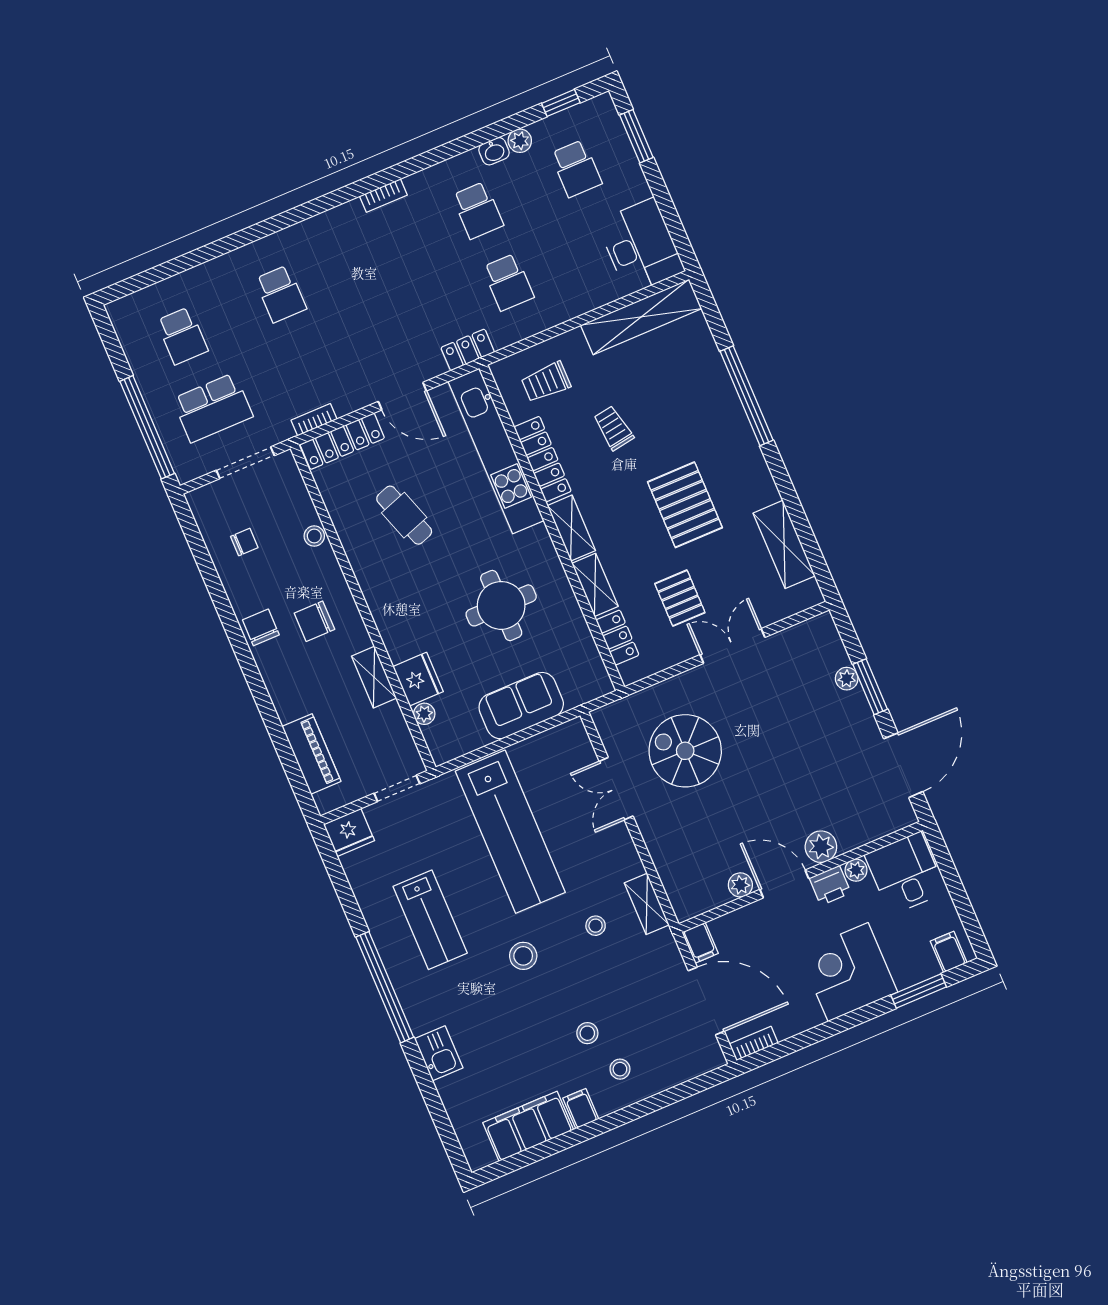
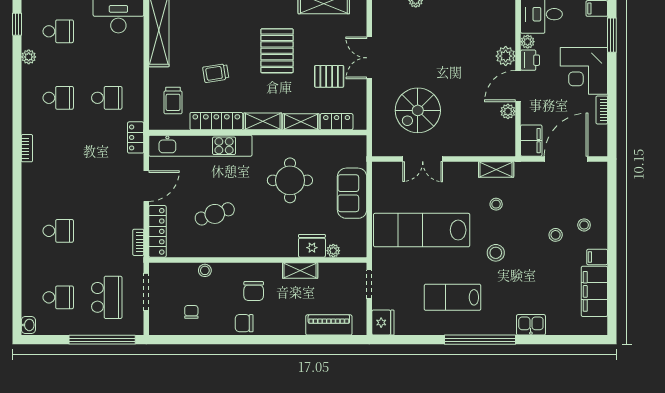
washbasin: (494, 151) -> (28, 325), moved
pallet: (685, 505) -> (277, 51), turned 90
lab bench: (510, 832) -> (422, 230), turned 180
lab bench: (430, 920) -> (453, 297), turned 180
filing cabinet: (700, 943) -> (531, 141), width x2.00
bookcase: (754, 1043) -> (602, 110), moved

